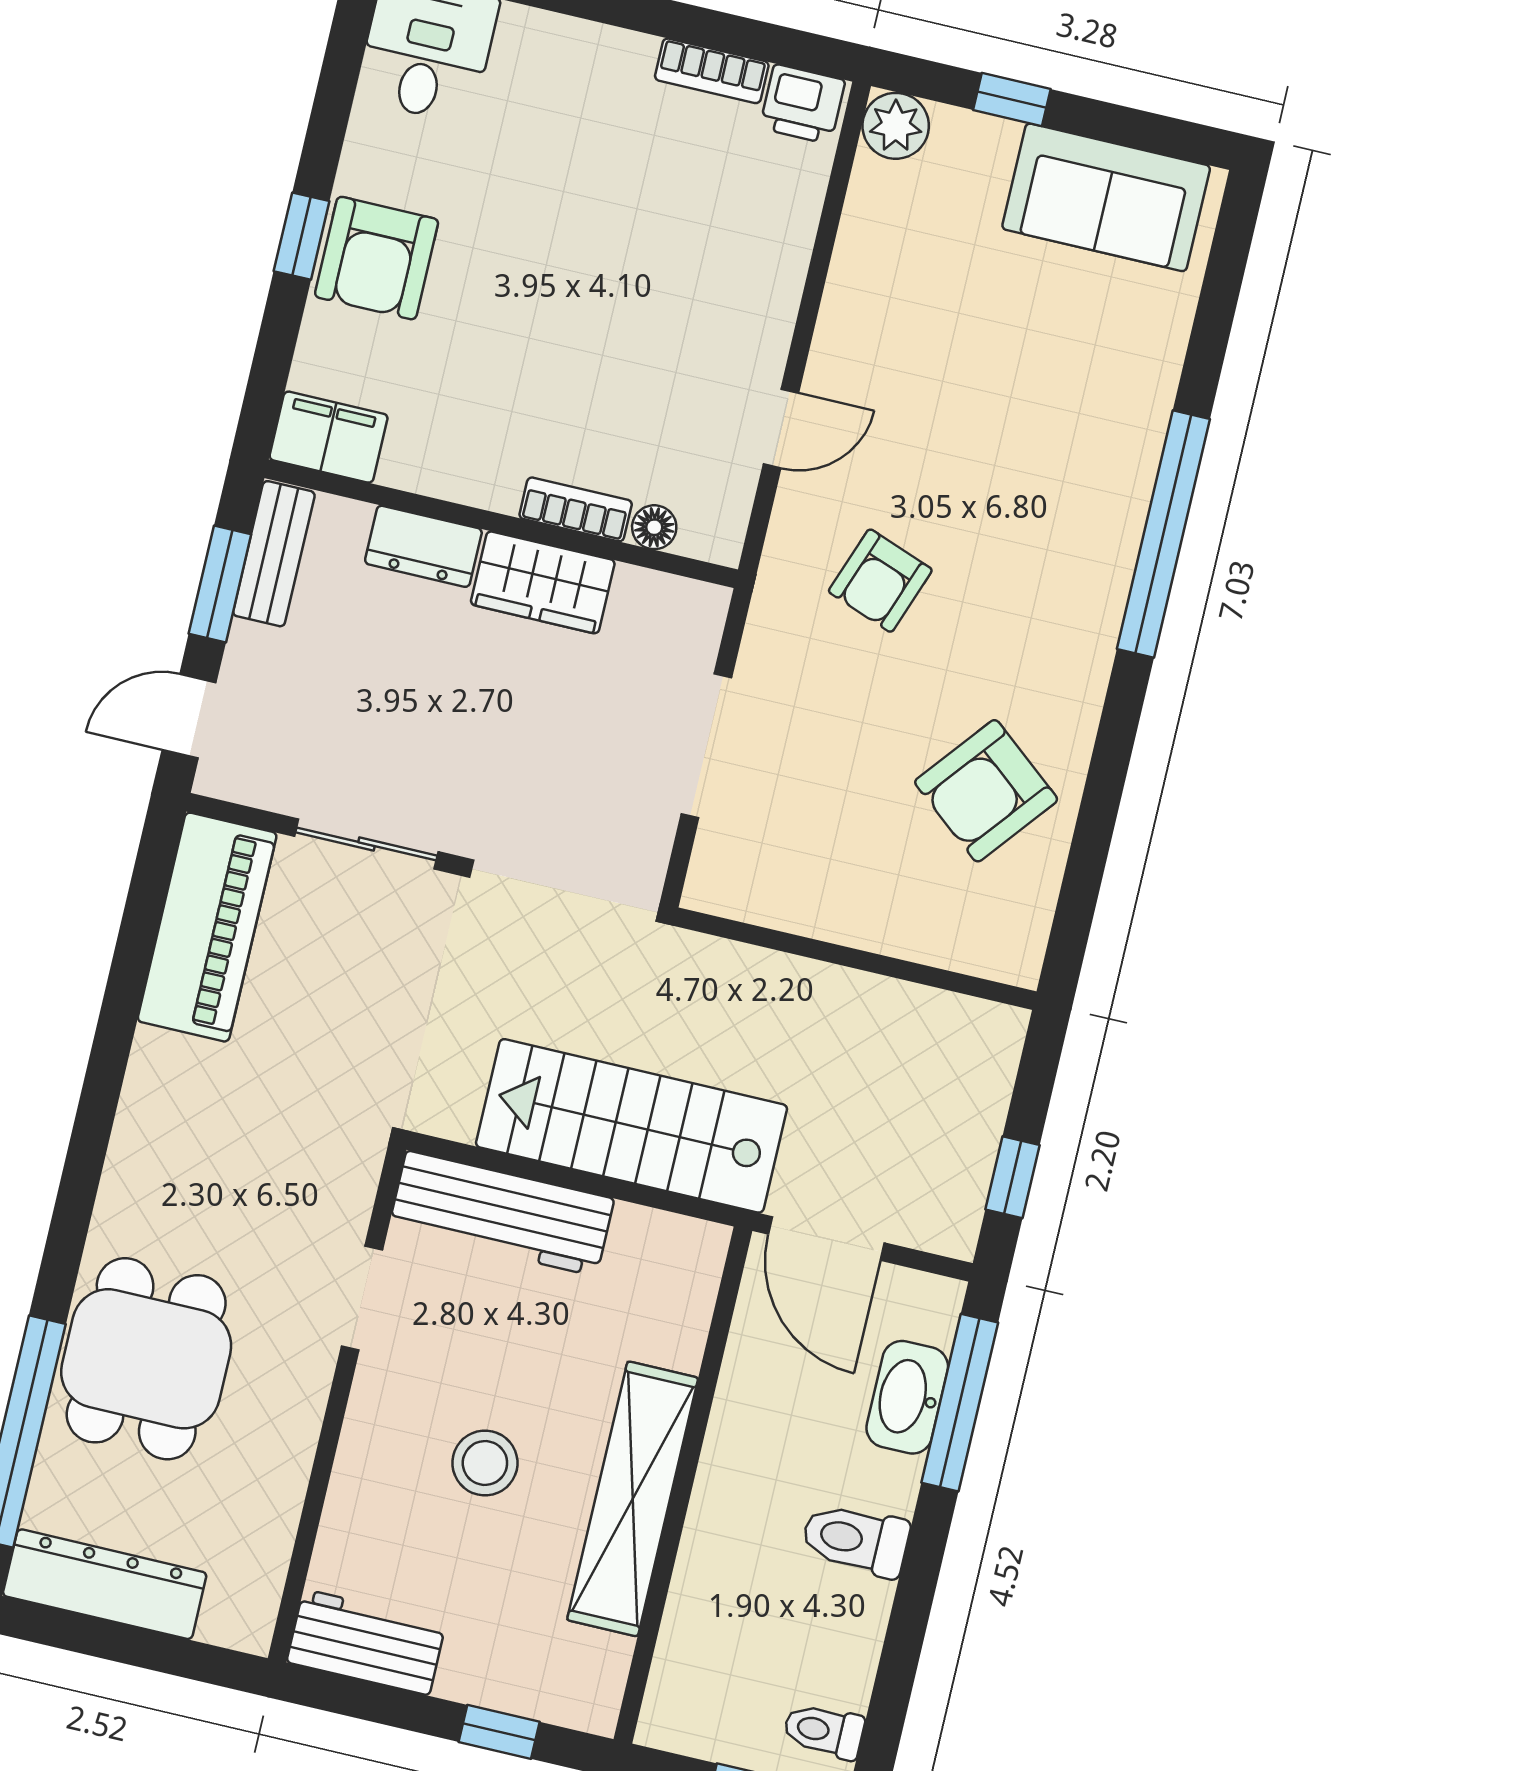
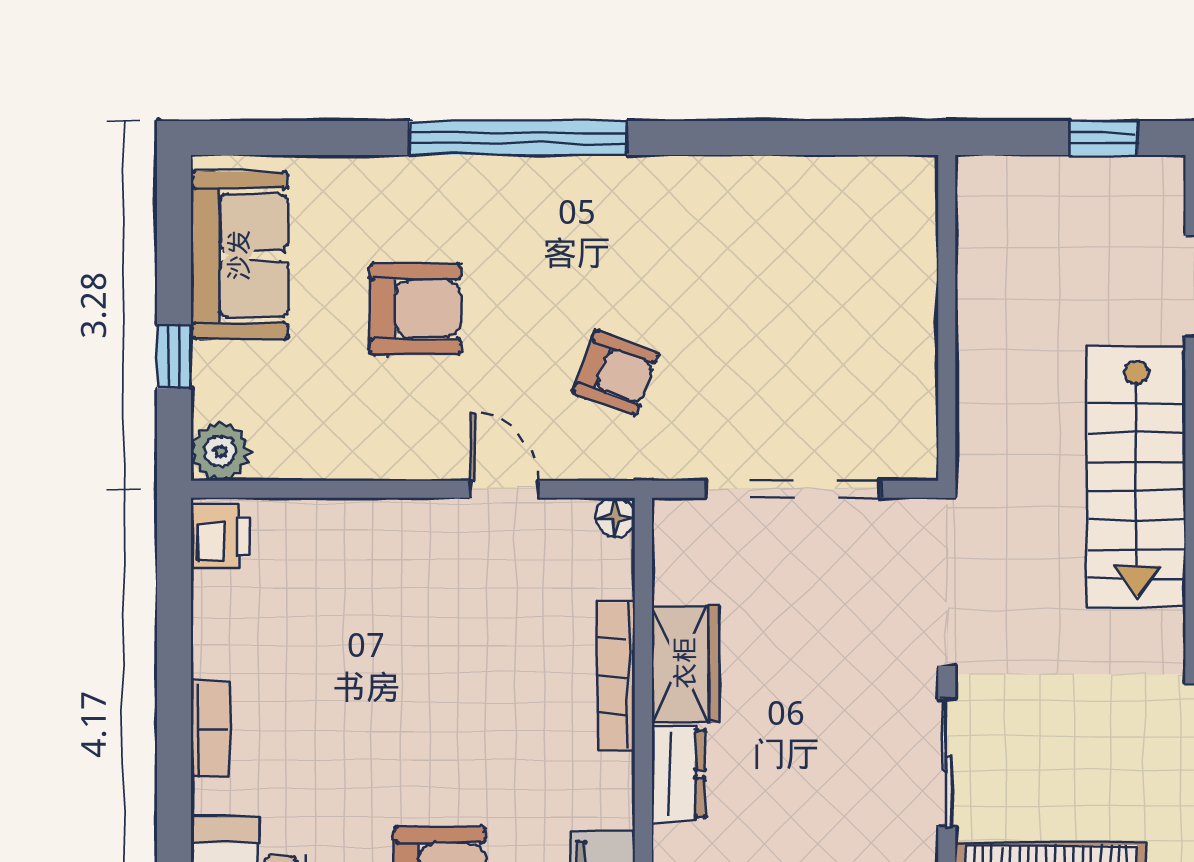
bookcase: (712, 71) -> (210, 729), moved
bookcase: (576, 509) -> (616, 677), width x1.56
floor lamp: (654, 527) -> (615, 517), moved
doorway: (706, 746) -> (793, 489), width x1.36
armchair: (986, 791) -> (415, 309), moved, turned -39

